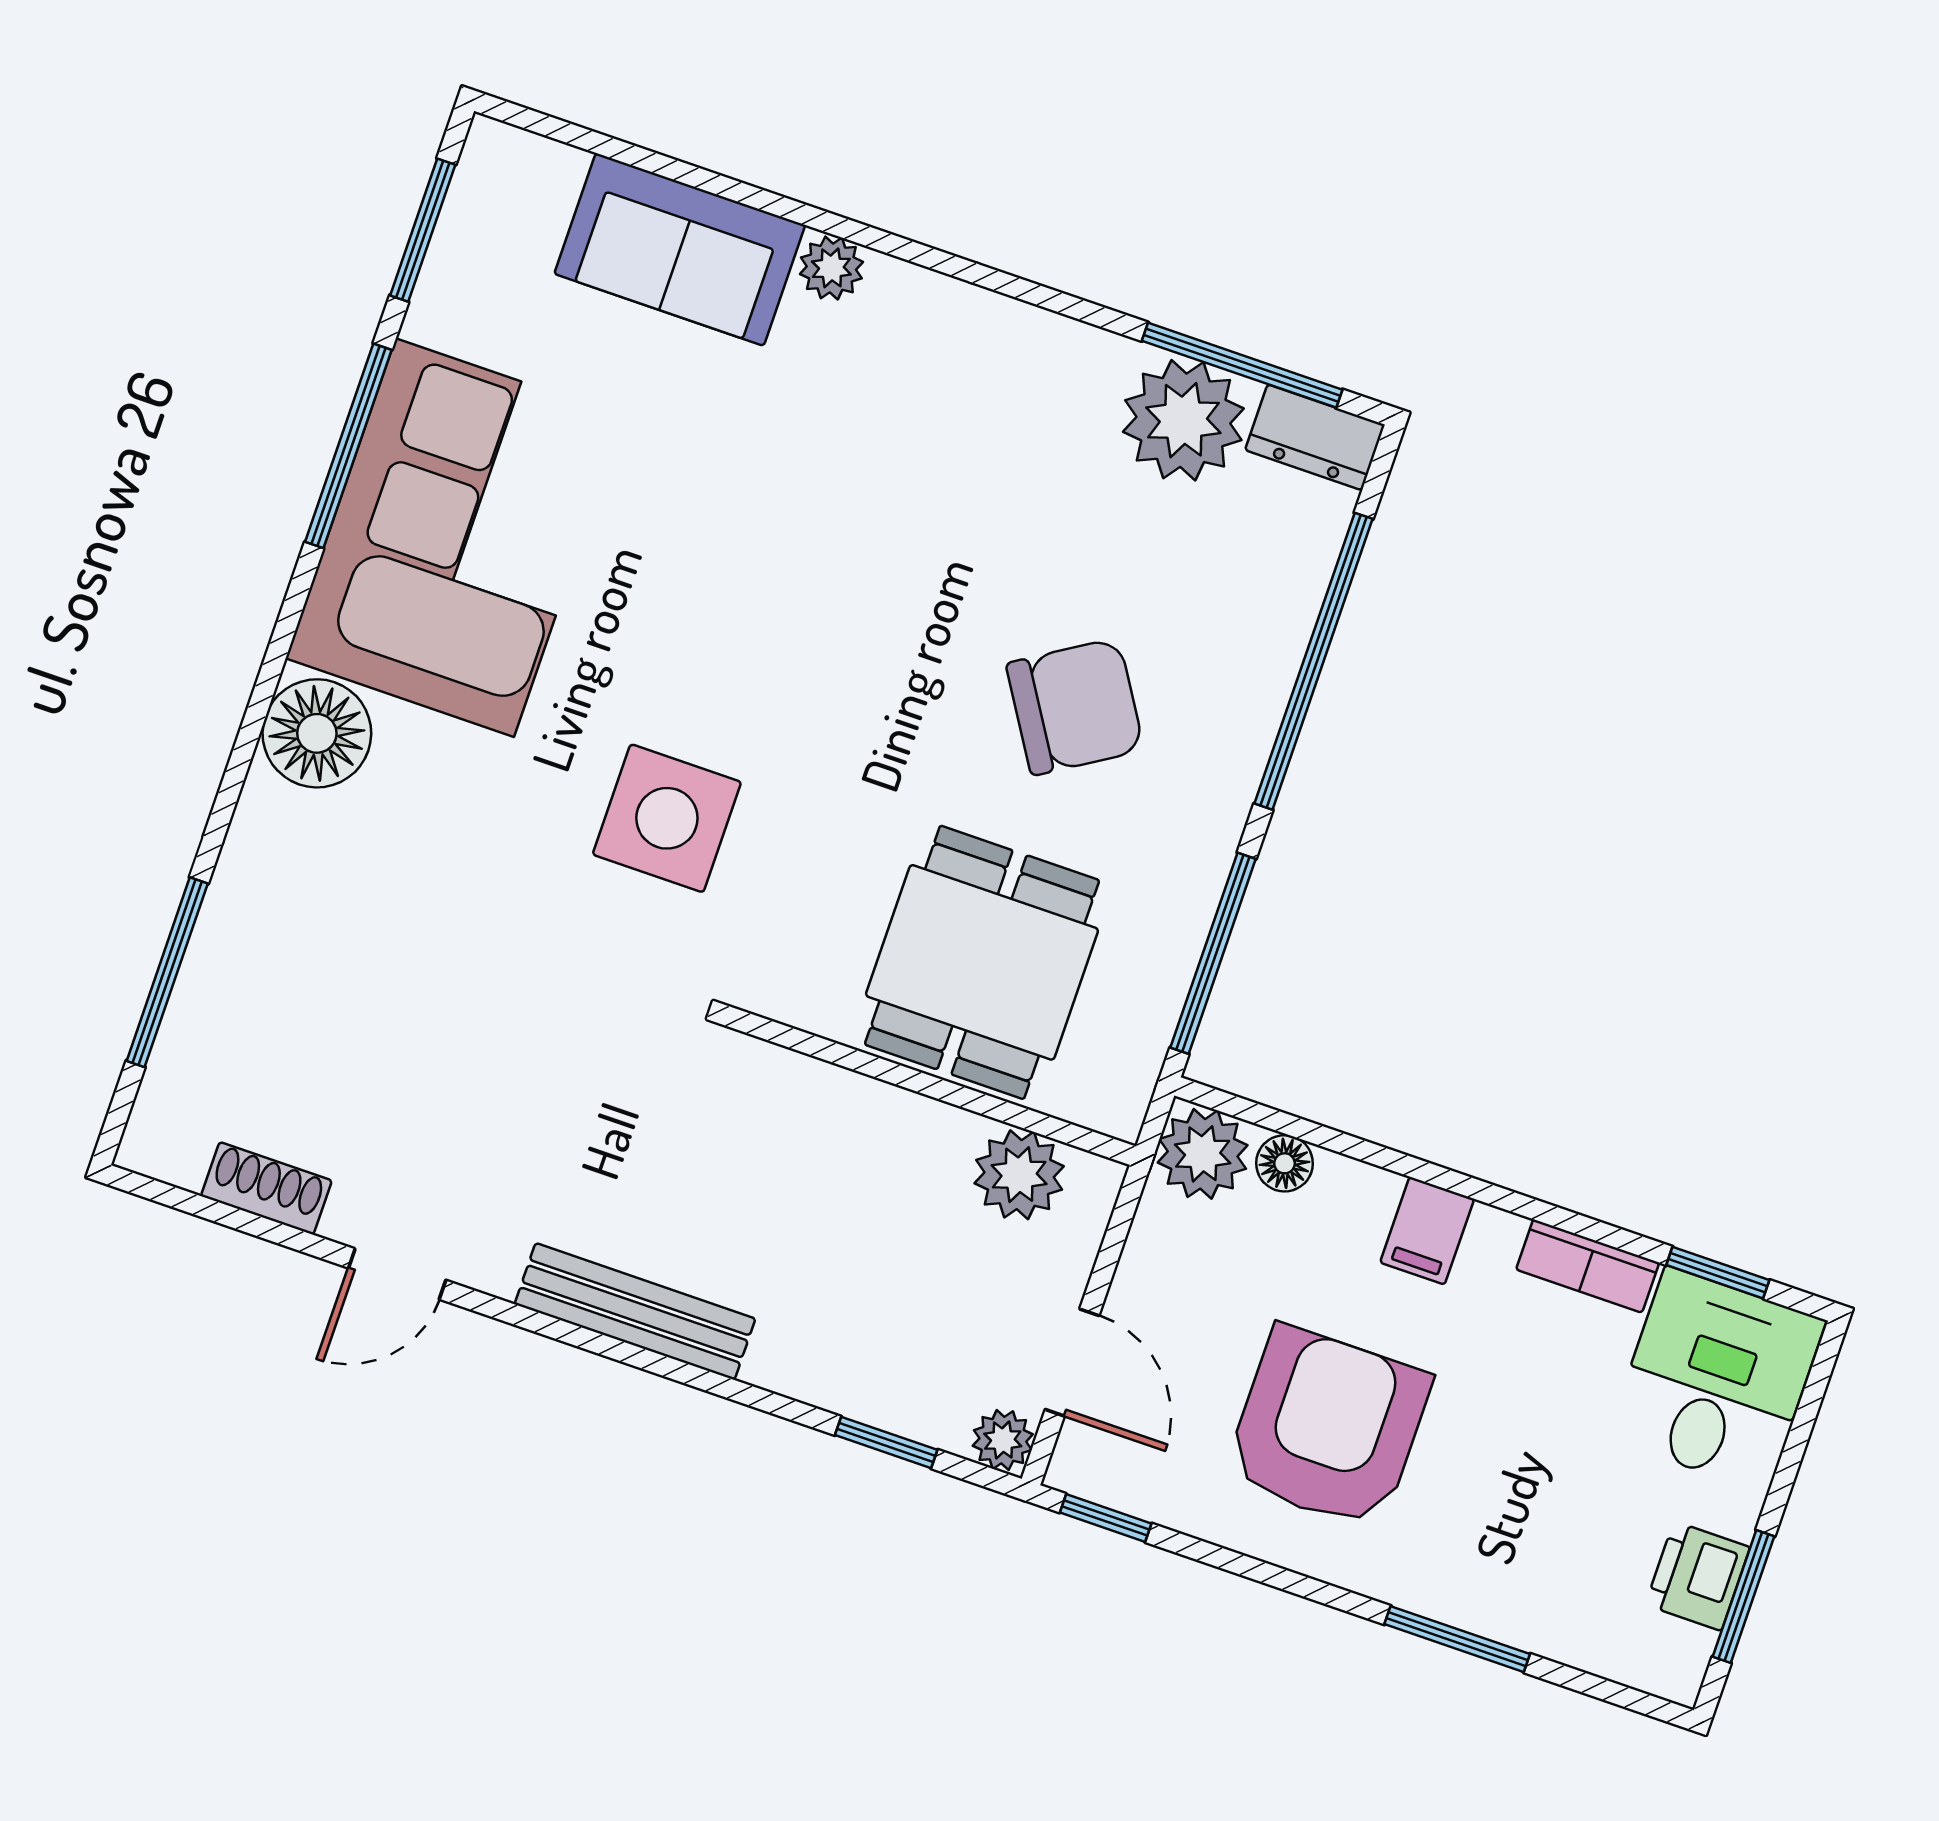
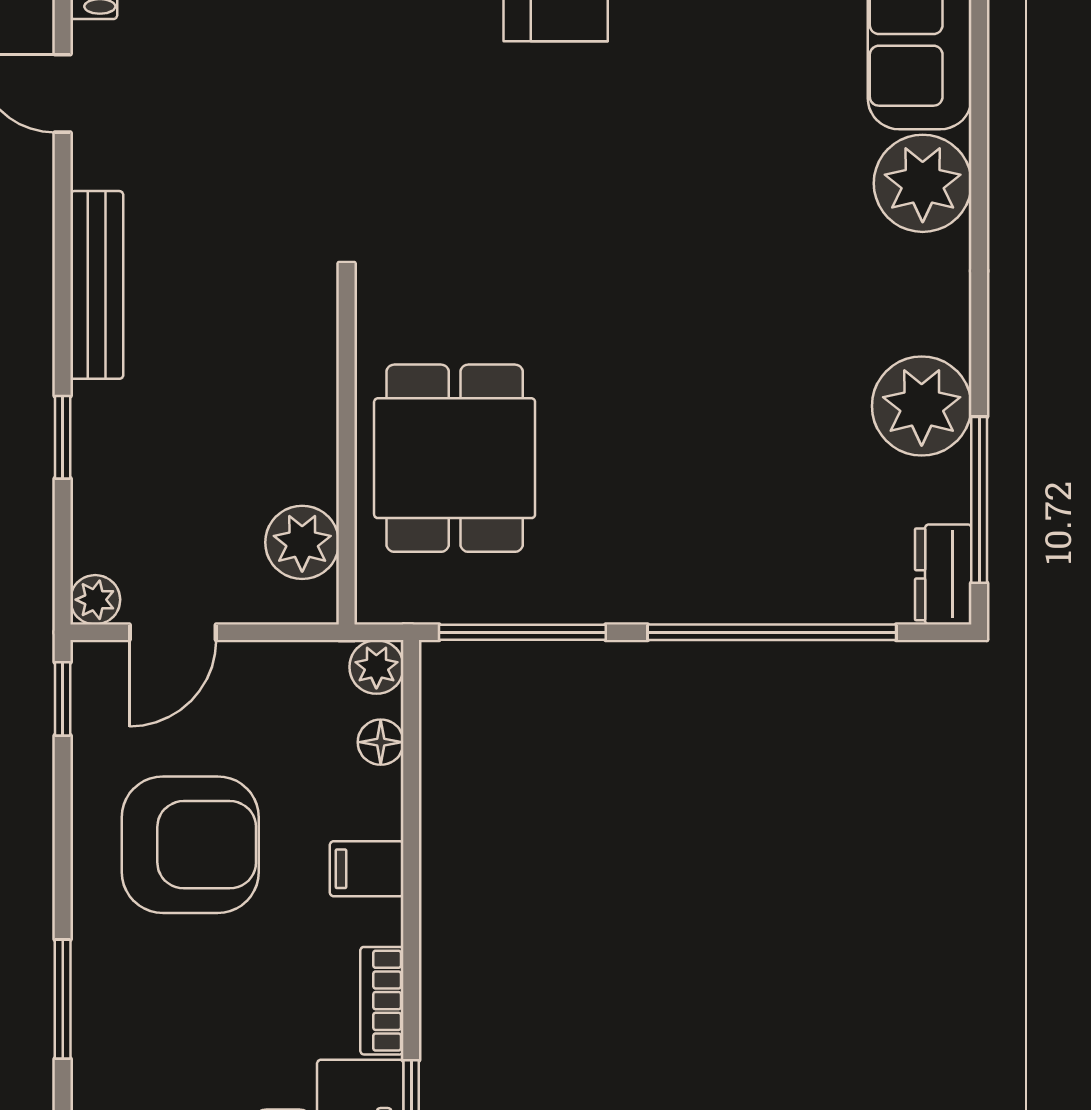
plant: (831, 268) -> (923, 183), width x1.88, depth x1.88
plant: (1183, 420) -> (922, 406), moved
chair: (1075, 707) -> (674, 462), removed
side table: (667, 818) -> (482, 180), removed
dining table: (982, 962) -> (455, 458), turned 90
plant: (1203, 1154) -> (376, 667), width x0.73, depth x0.73
window: (886, 1442) -> (63, 437), moved

